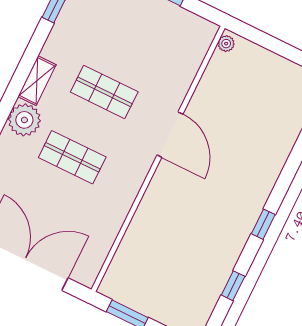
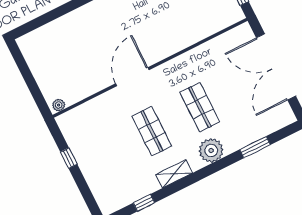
shelving: (37, 81) -> (174, 174), moved

